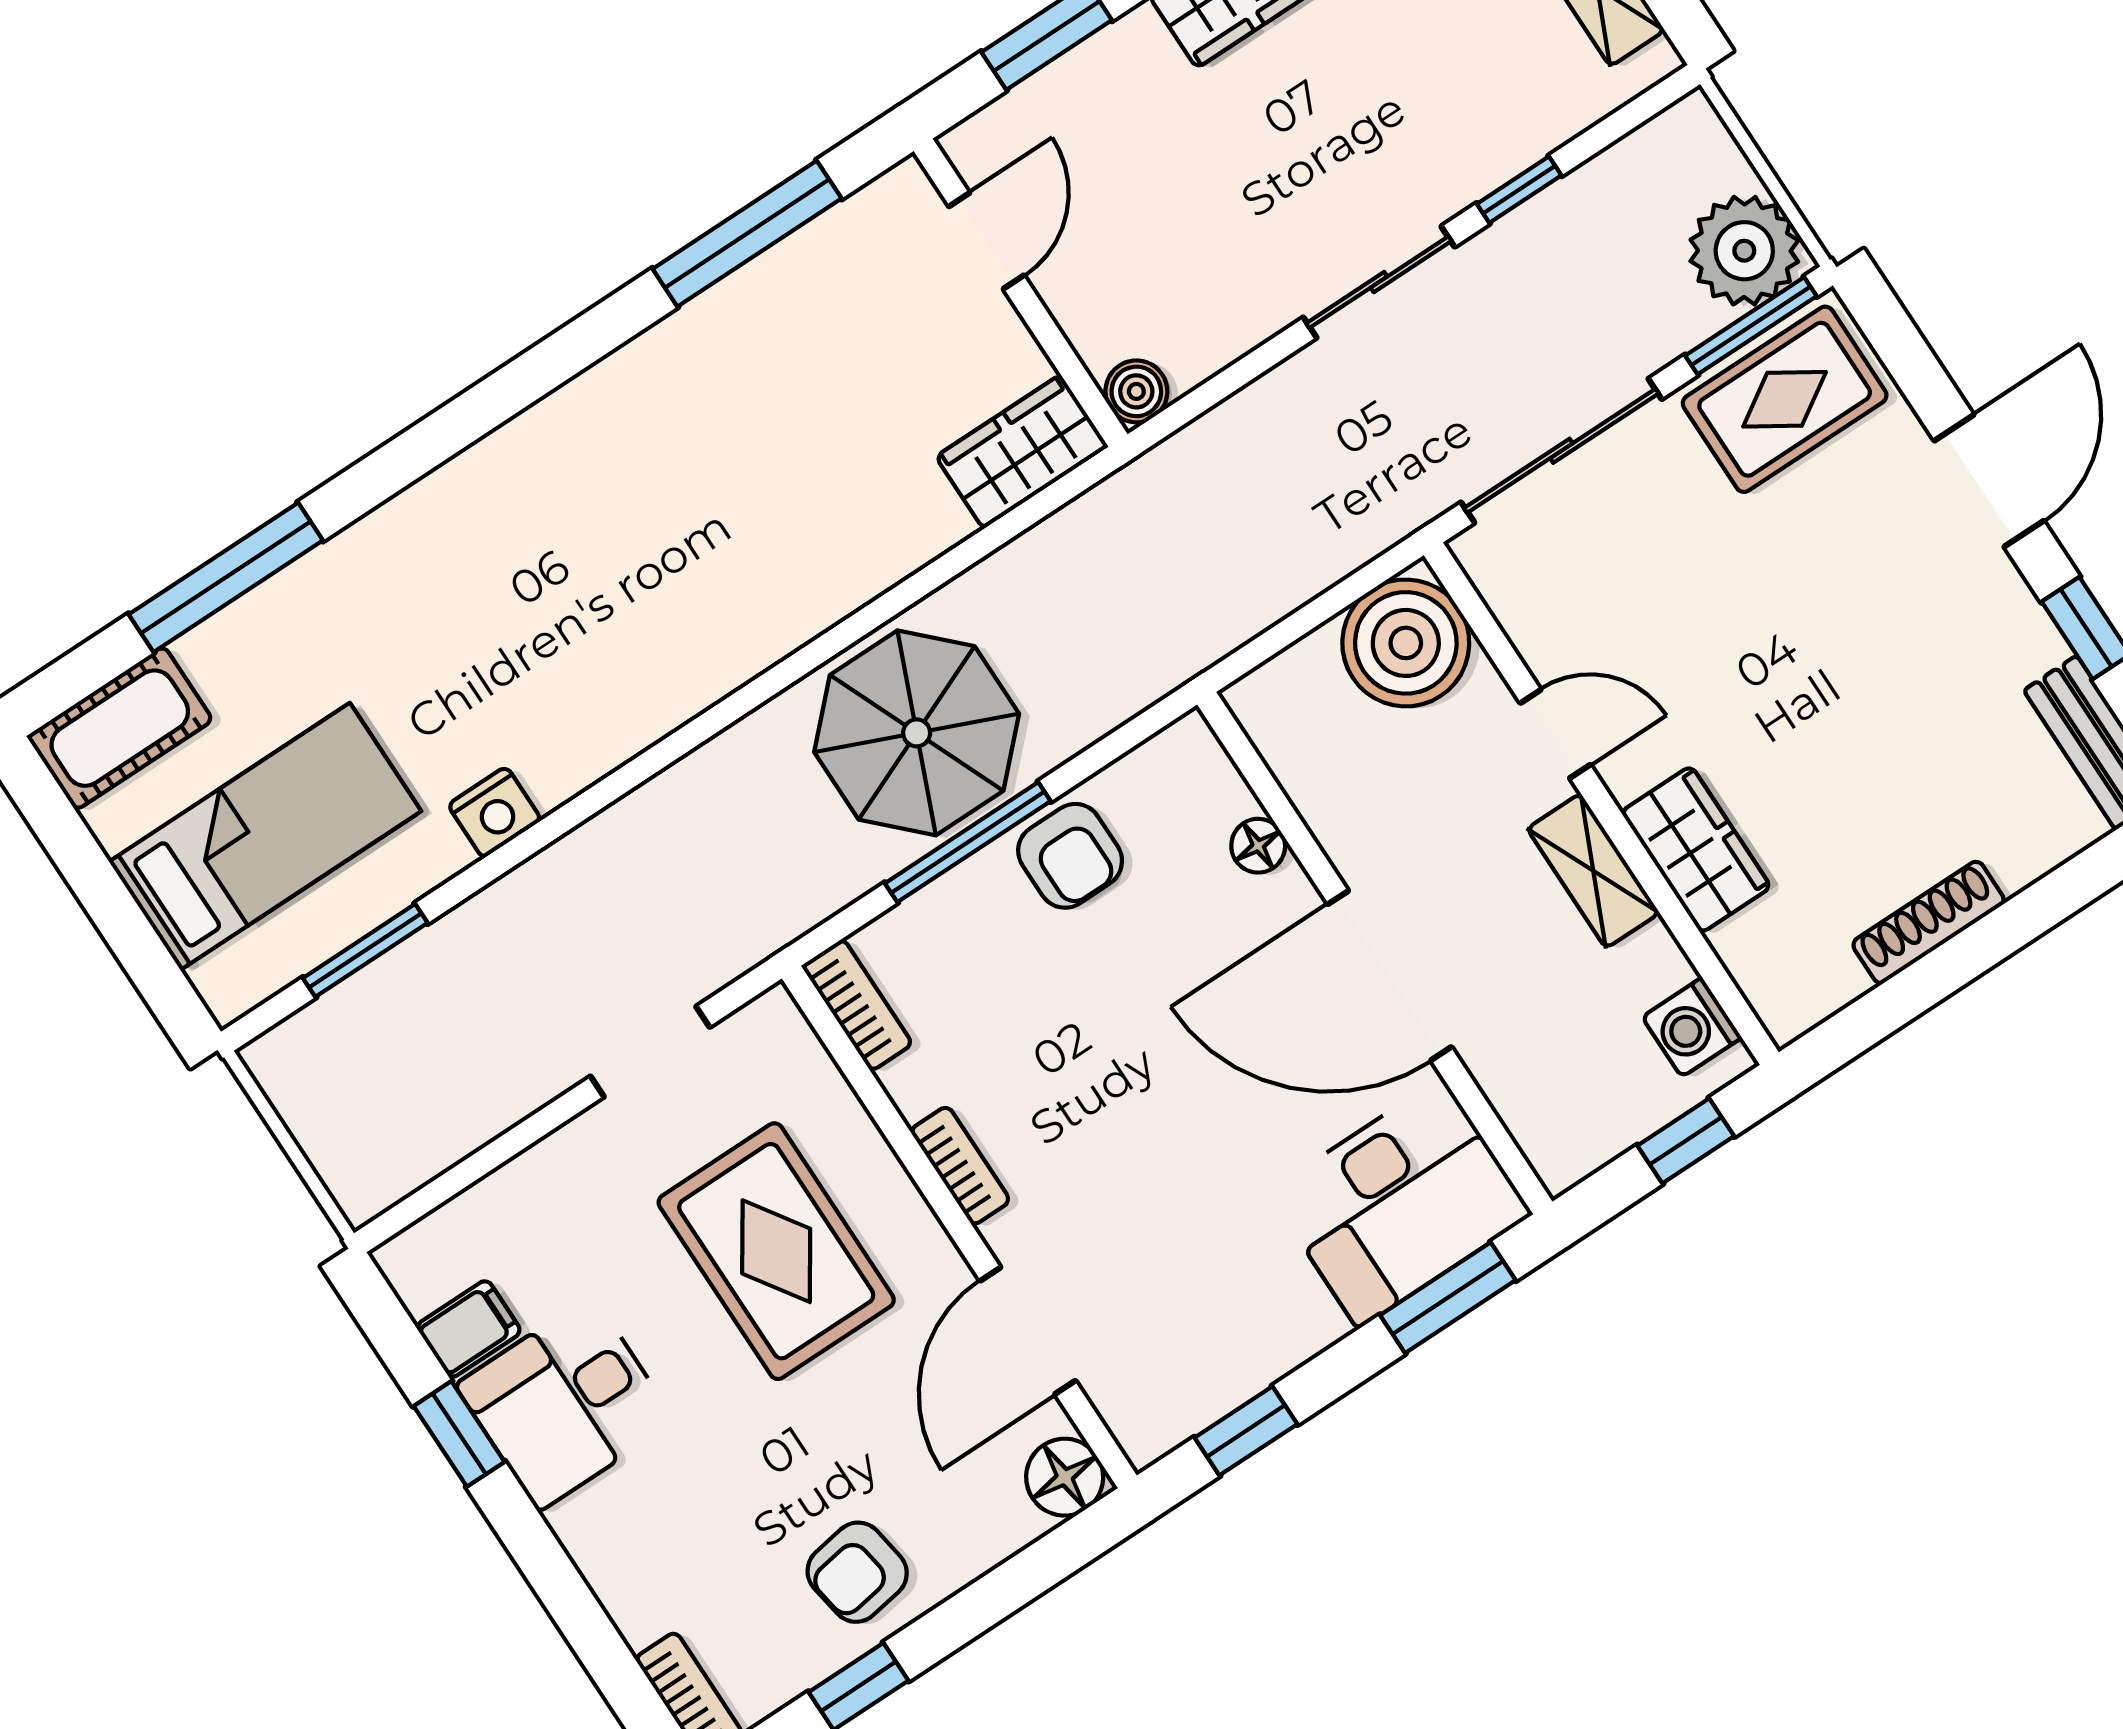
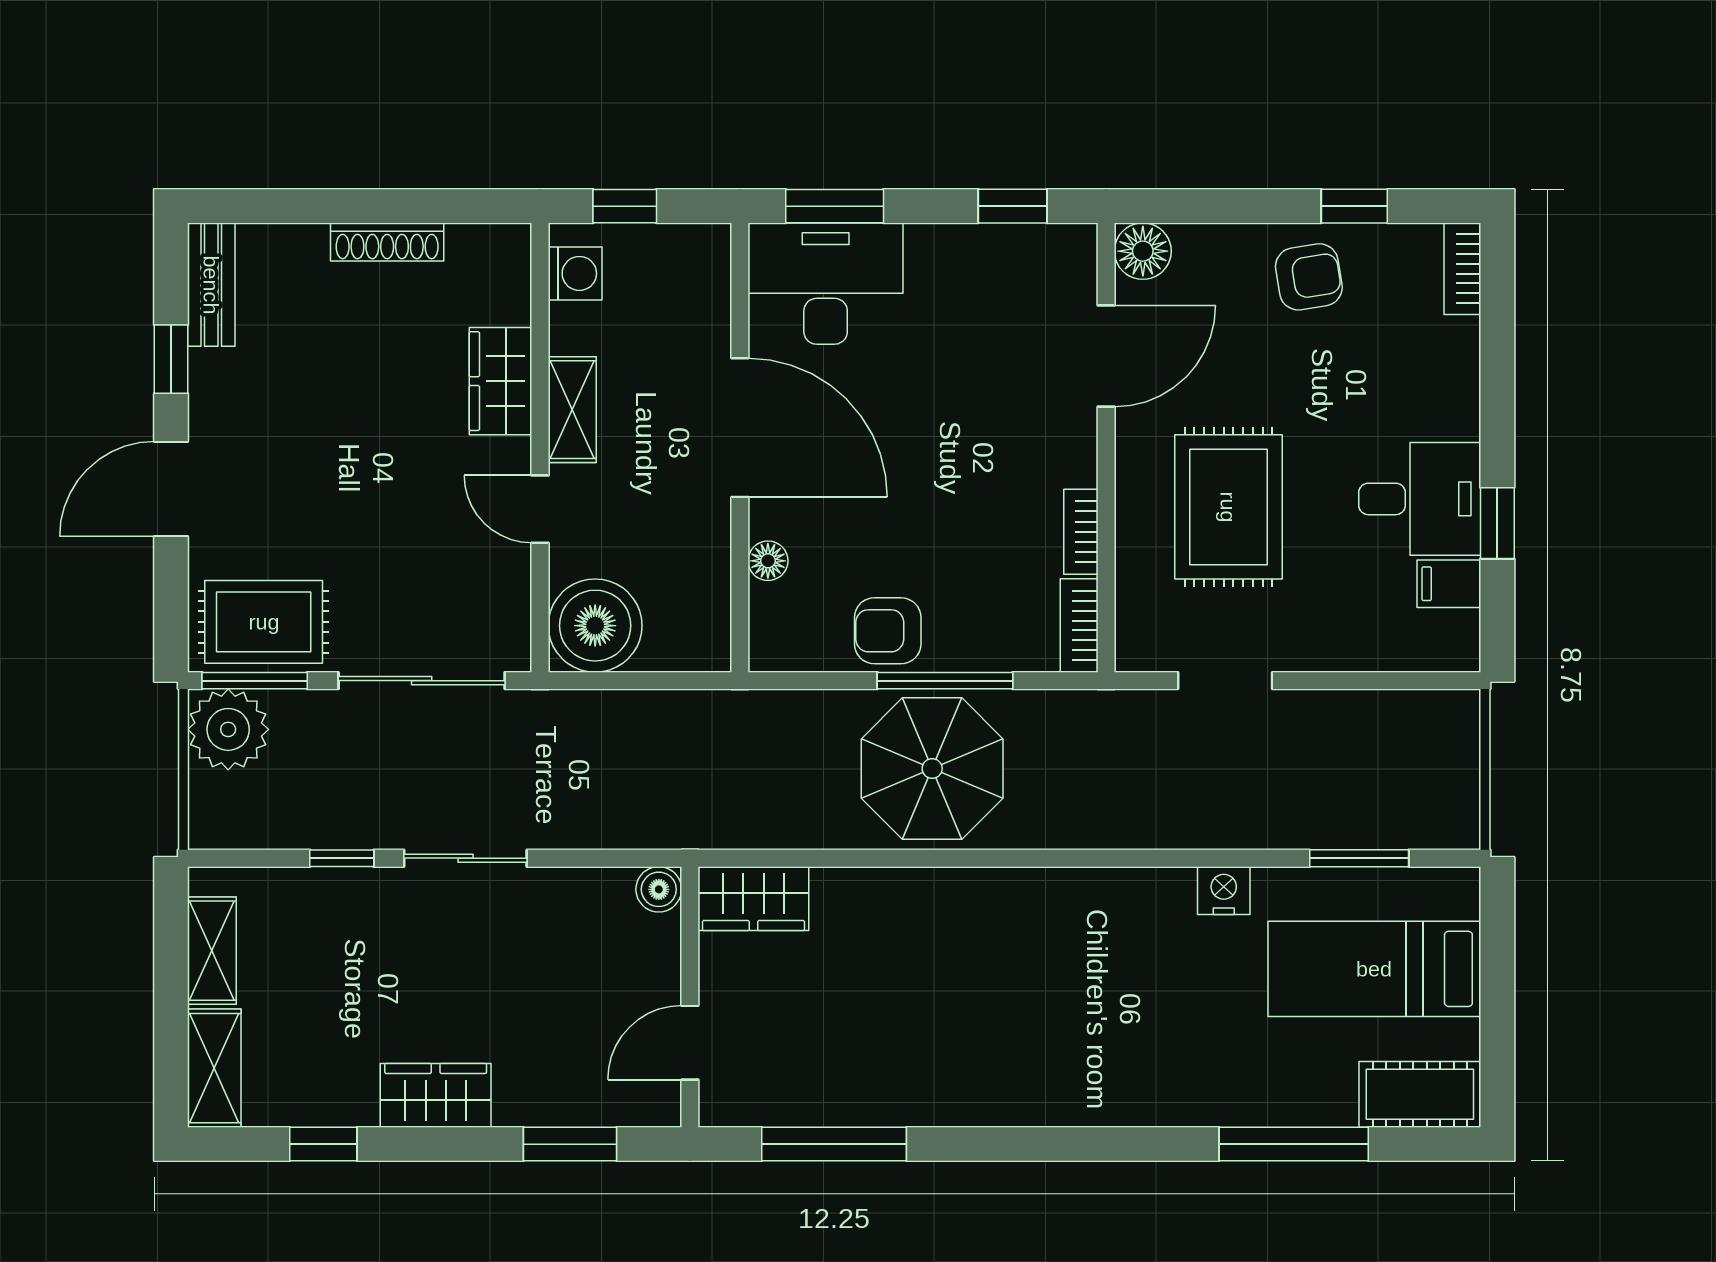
armchair: (1070, 856) -> (888, 631), turned -90
bookcase: (960, 1166) -> (1081, 532), moved

